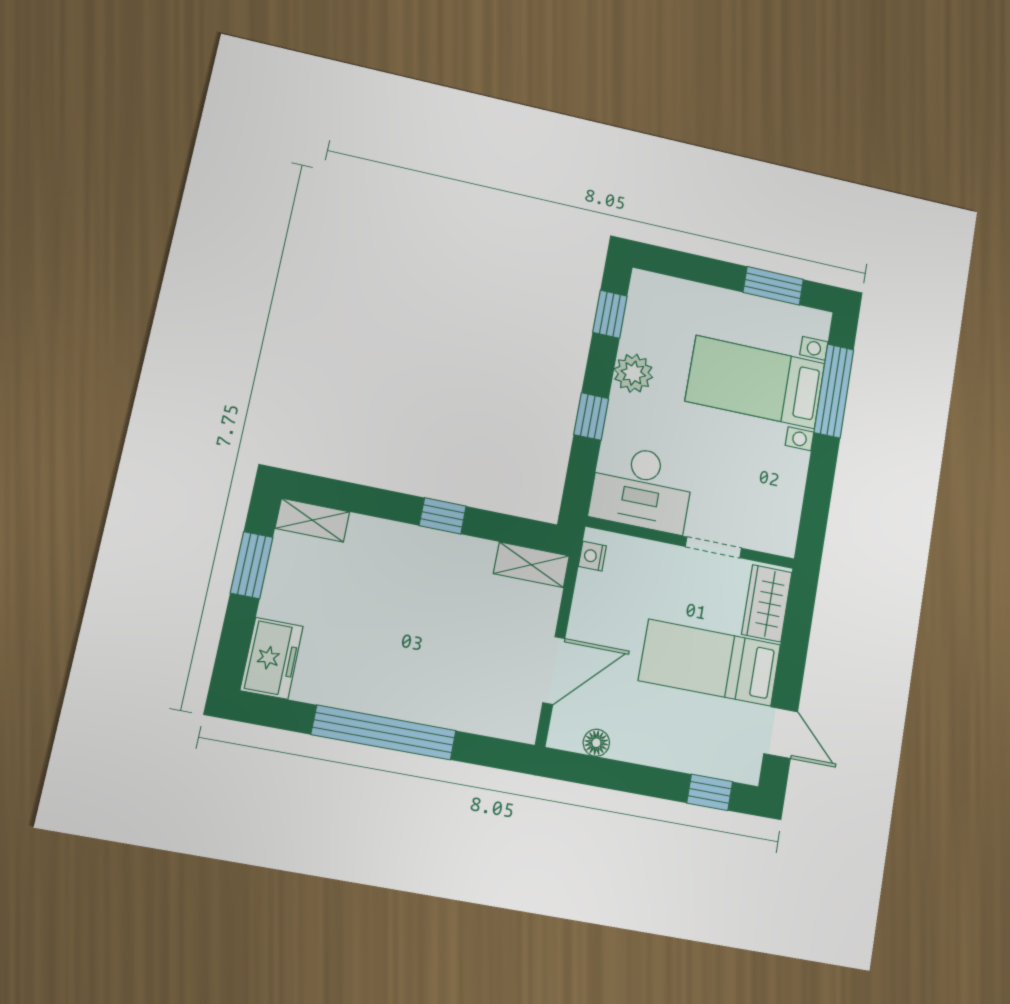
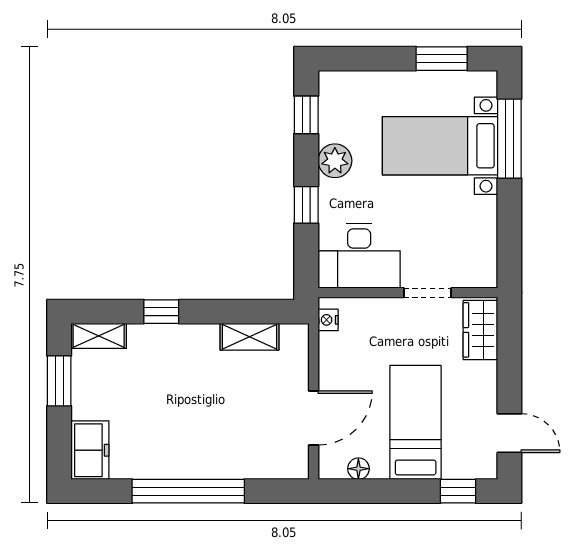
window: (443, 516) -> (161, 312), moved
shelving: (531, 565) -> (249, 337), moved
bed: (710, 663) -> (416, 422), moved, turned 90

